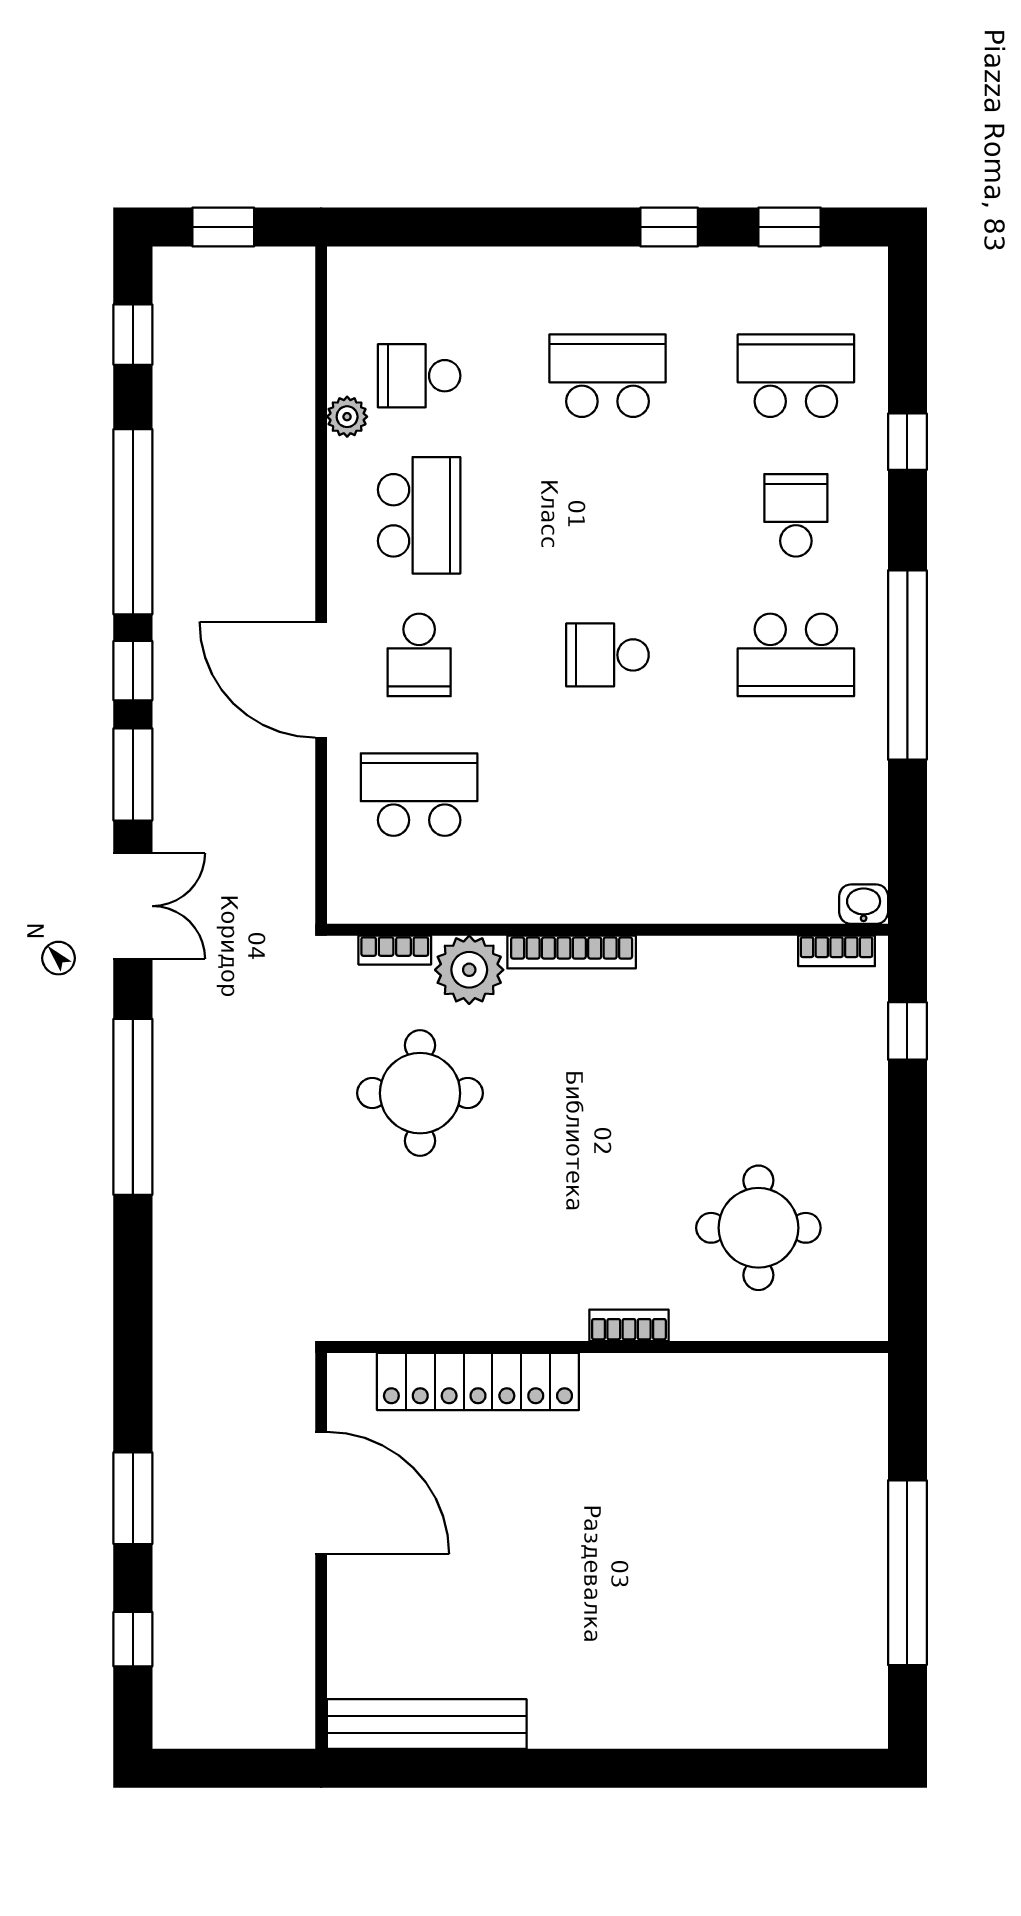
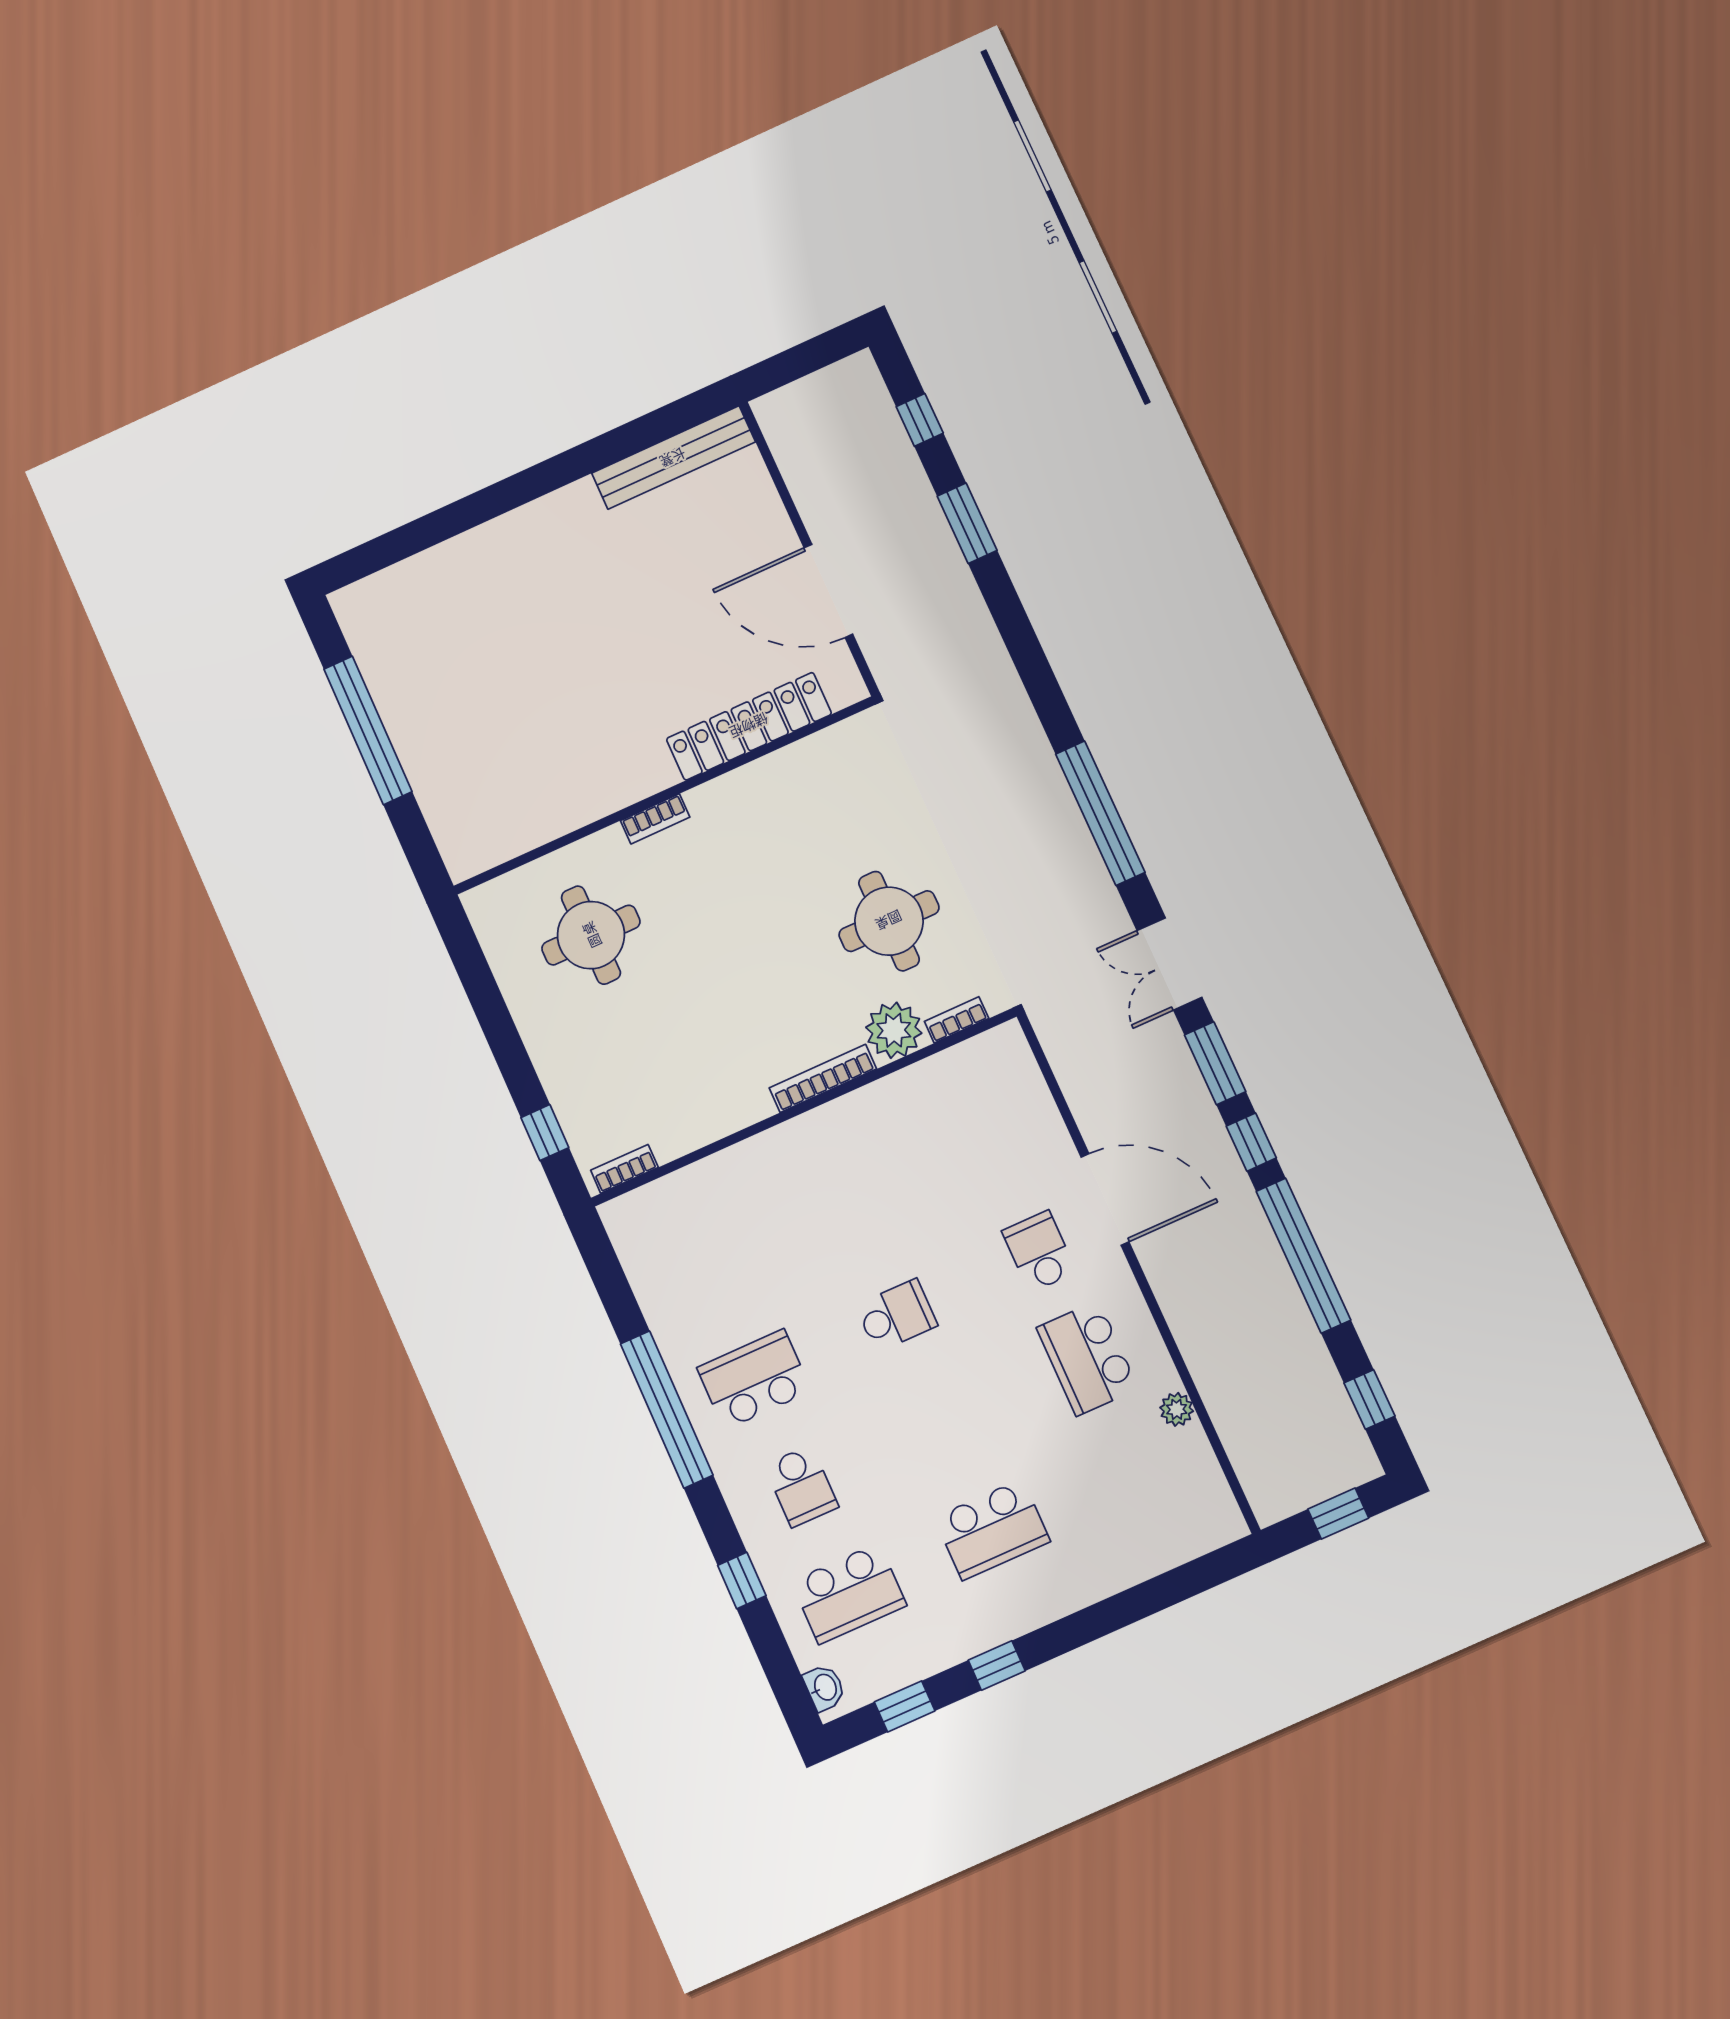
school desk: (419, 376) -> (1136, 1465), removed
school desk: (419, 795) -> (991, 1145), removed
washbasin: (864, 904) -> (825, 1688), moved, turned -90

